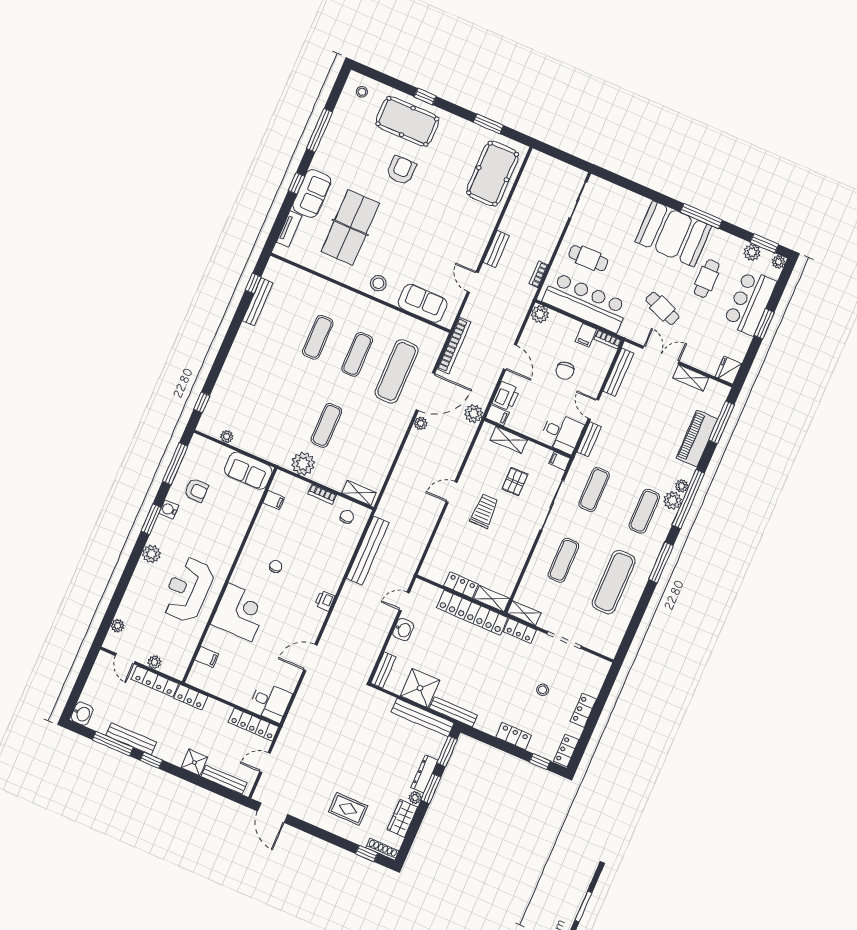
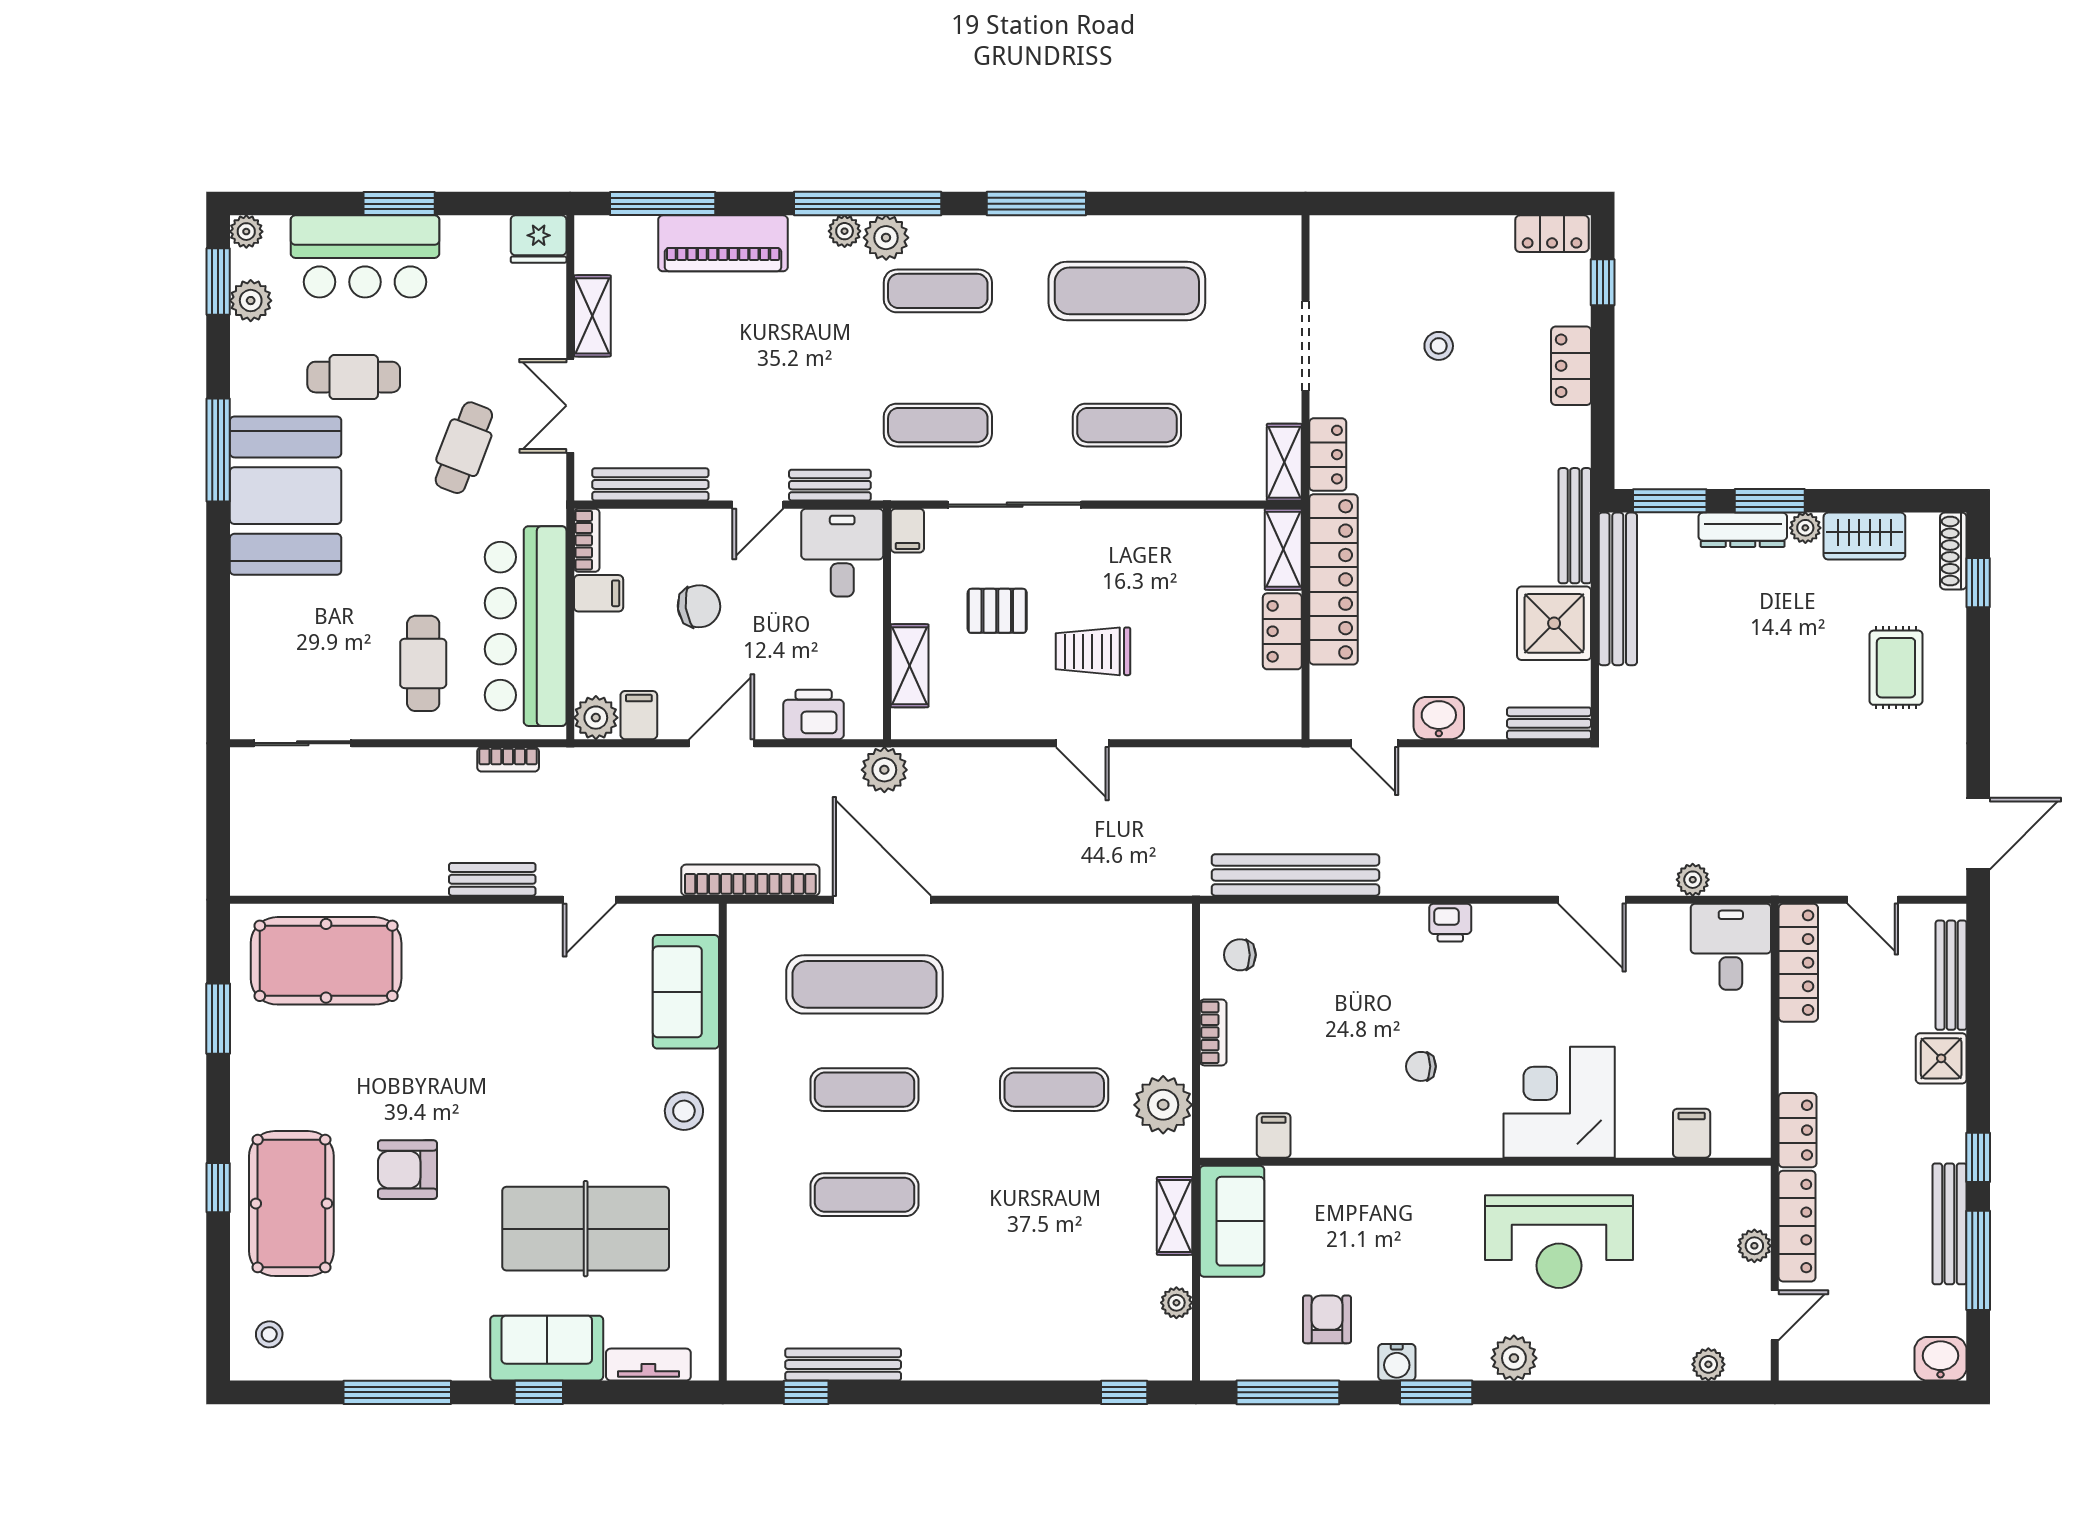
filing cabinet: (497, 415) -> (639, 715), moved
plant: (421, 423) -> (1693, 880), moved
shelving: (359, 493) -> (1175, 1216), moved
locker: (583, 710) -> (1445, 234), removed

